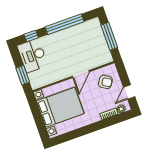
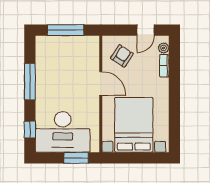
window: (65, 24) -> (30, 82), width x0.68
desk: (32, 56) -> (63, 132), width x1.36, depth x1.30
door: (129, 92) -> (145, 30), hinge flipped

